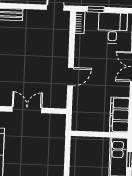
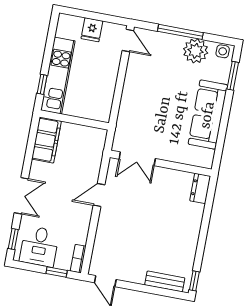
double door: (27, 110) -> (137, 159), moved

